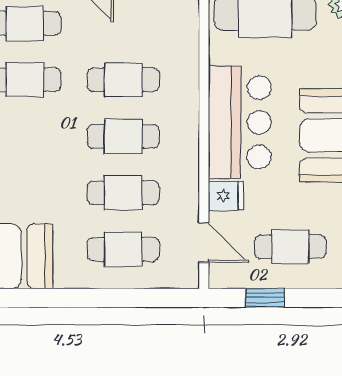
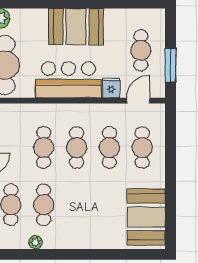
window: (265, 298) -> (170, 65), width x1.50

